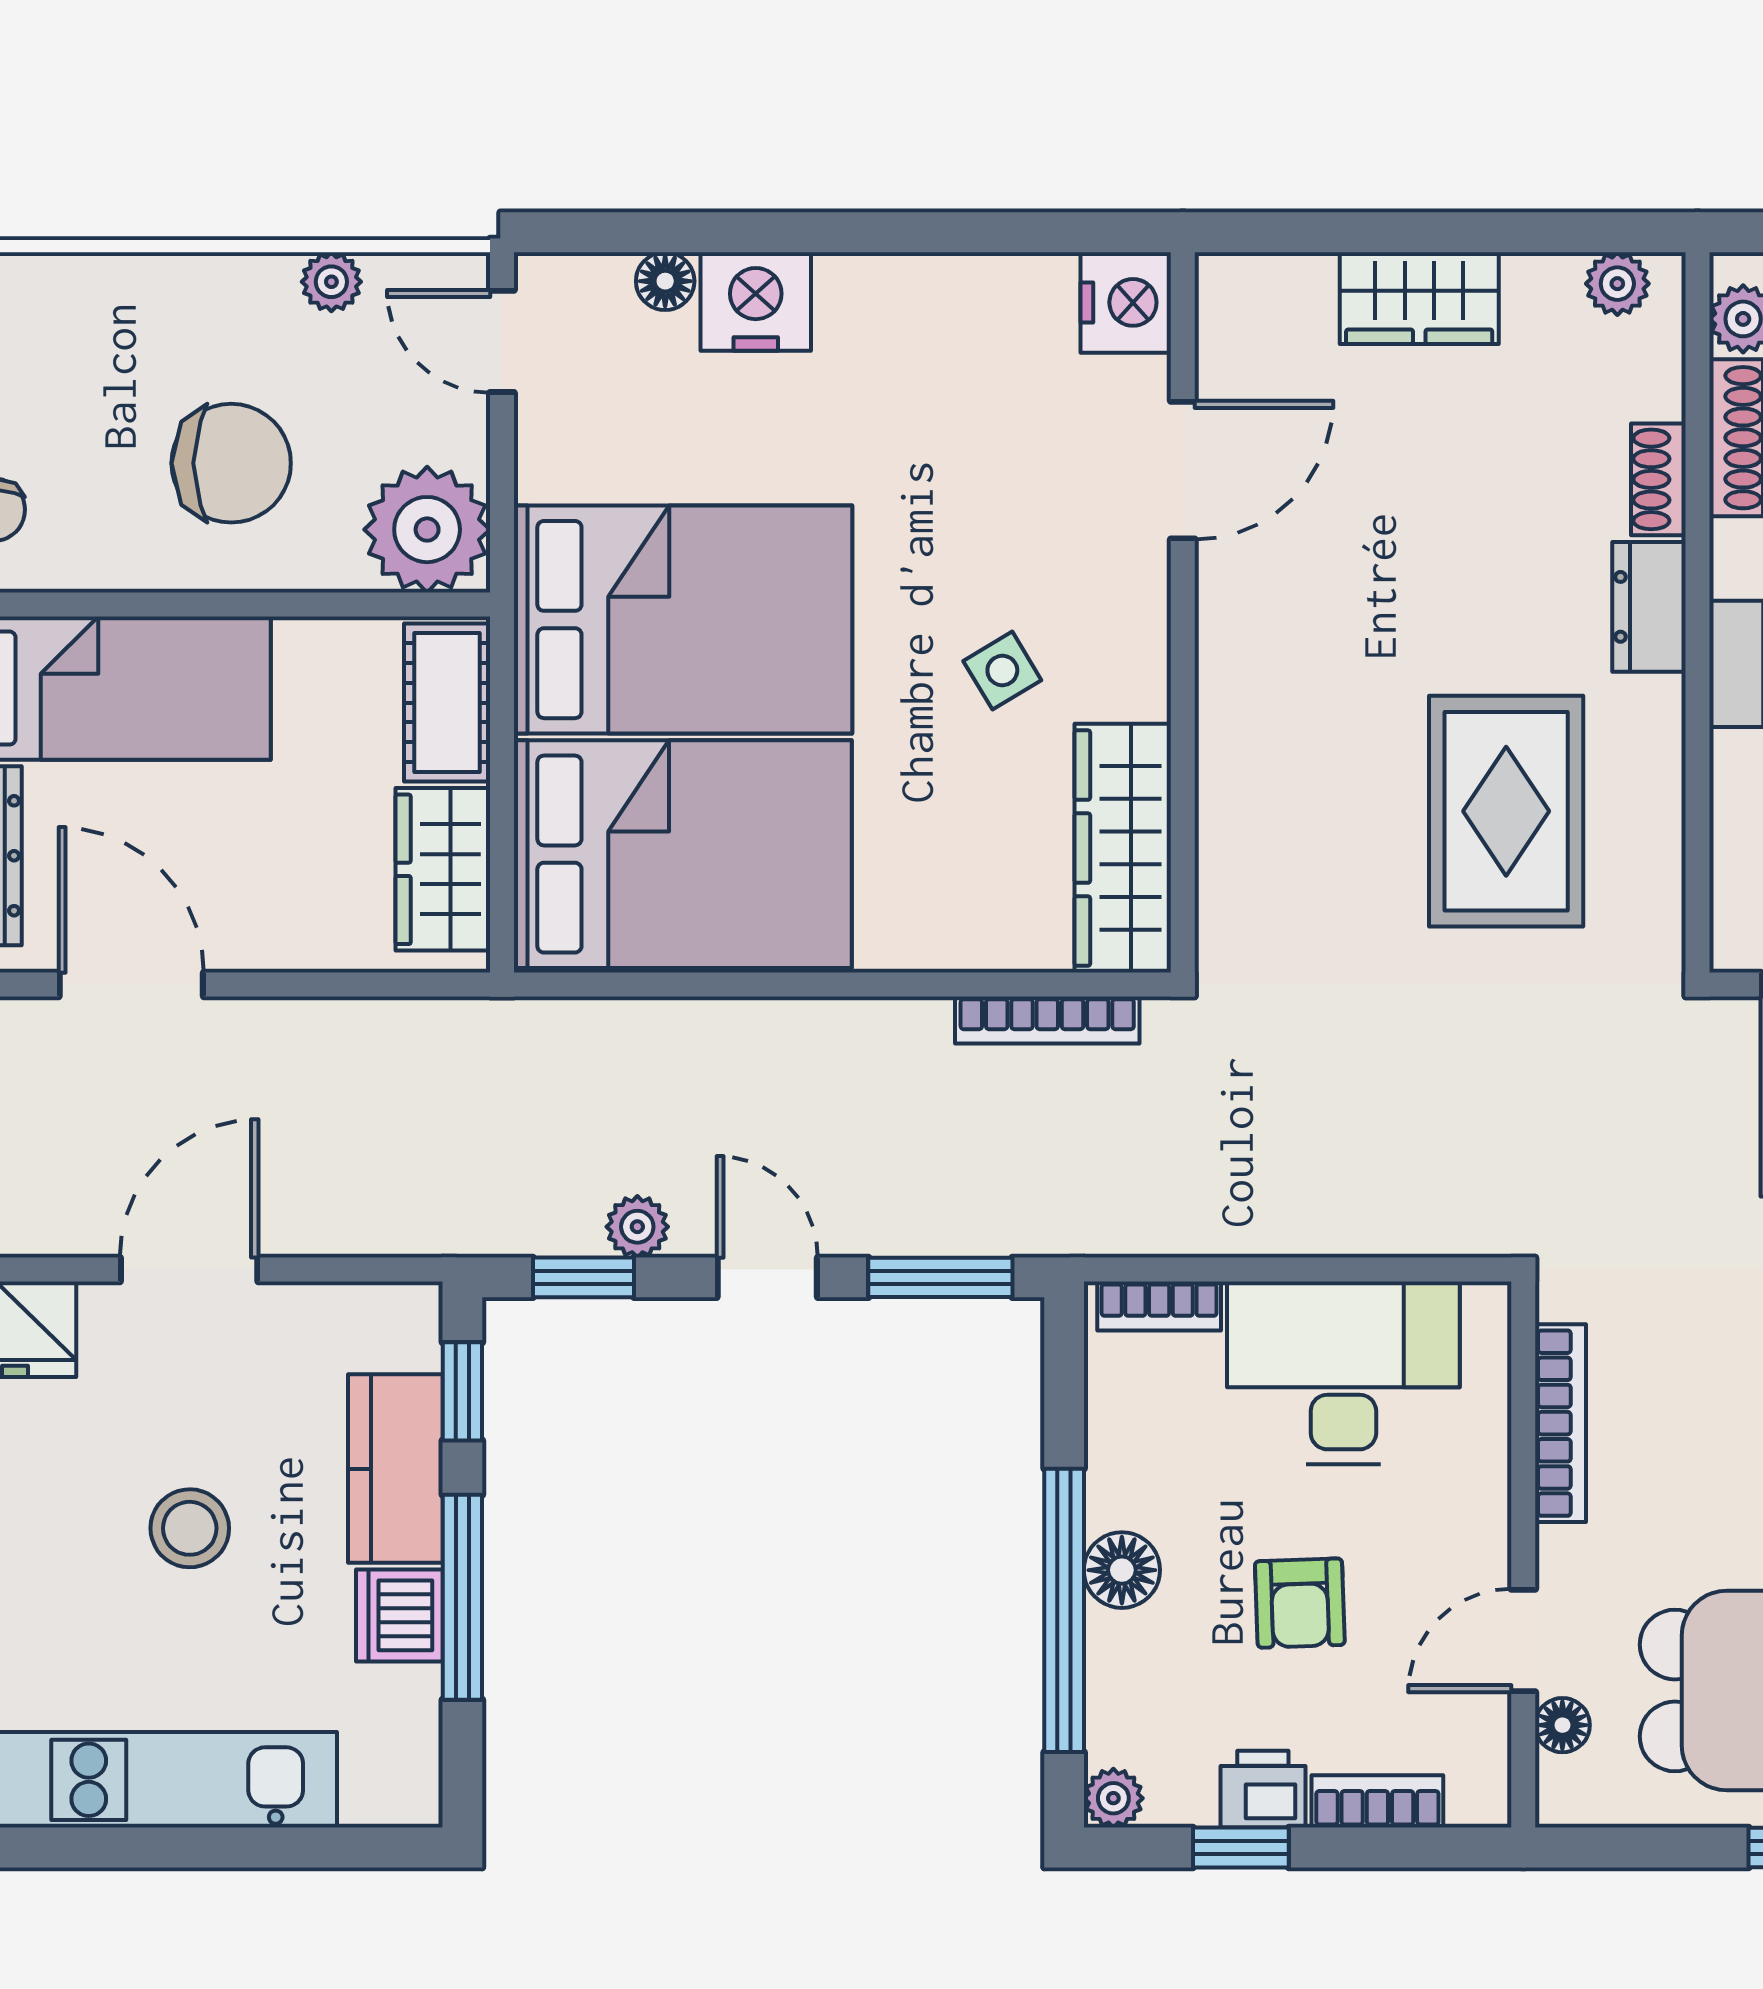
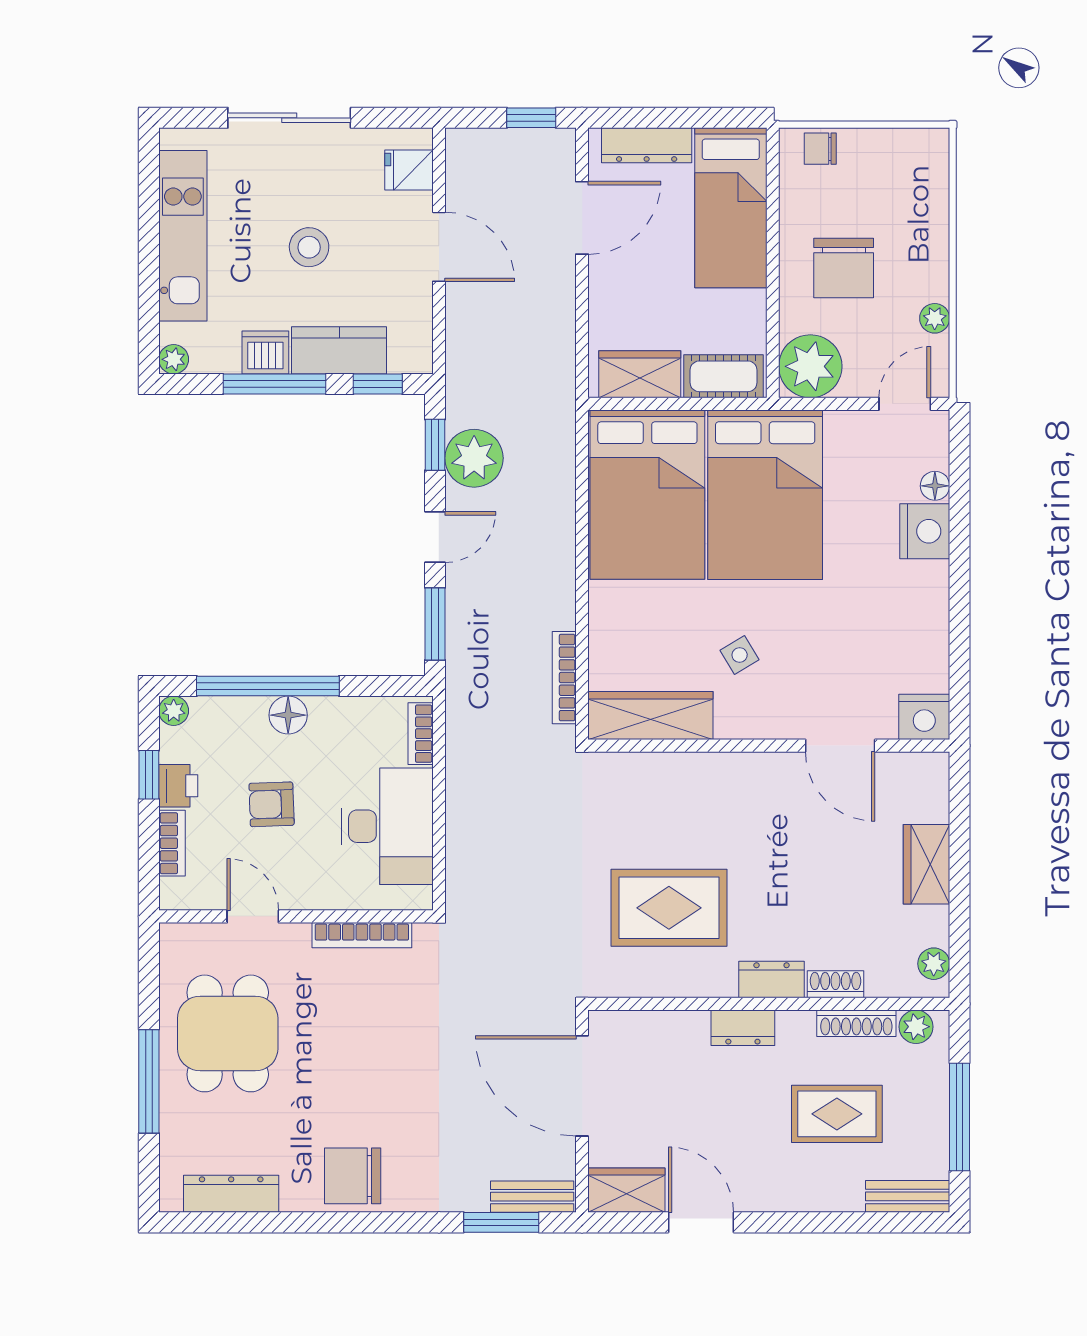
plant: (637, 1227) -> (474, 458), width x1.88, depth x1.88
floor lamp: (1562, 1725) -> (210, 936), removed
plant: (413, 1798) -> (174, 359), added

